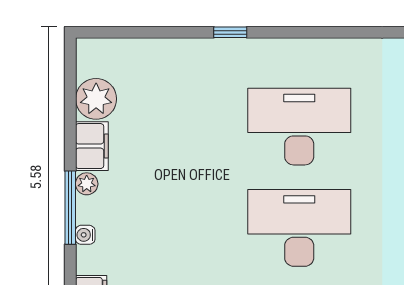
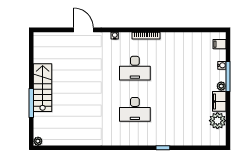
desk: (299, 127) -> (135, 109), width x0.73, depth x0.77
desk: (299, 228) -> (135, 68), width x0.73, depth x0.77

